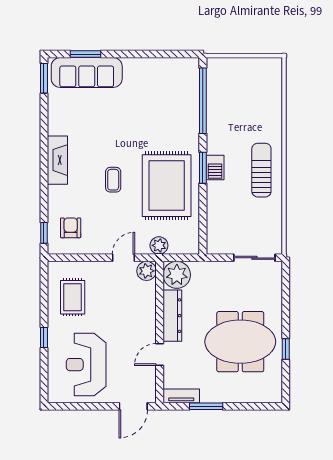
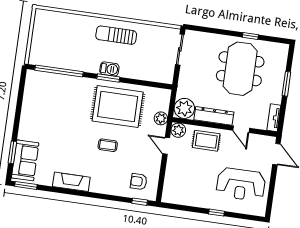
sofa: (87, 72) -> (25, 160), width x0.73
fireplace: (57, 160) -> (71, 182), moved
rug: (73, 297) -> (206, 141), moved
window: (206, 406) -> (286, 84), moved

